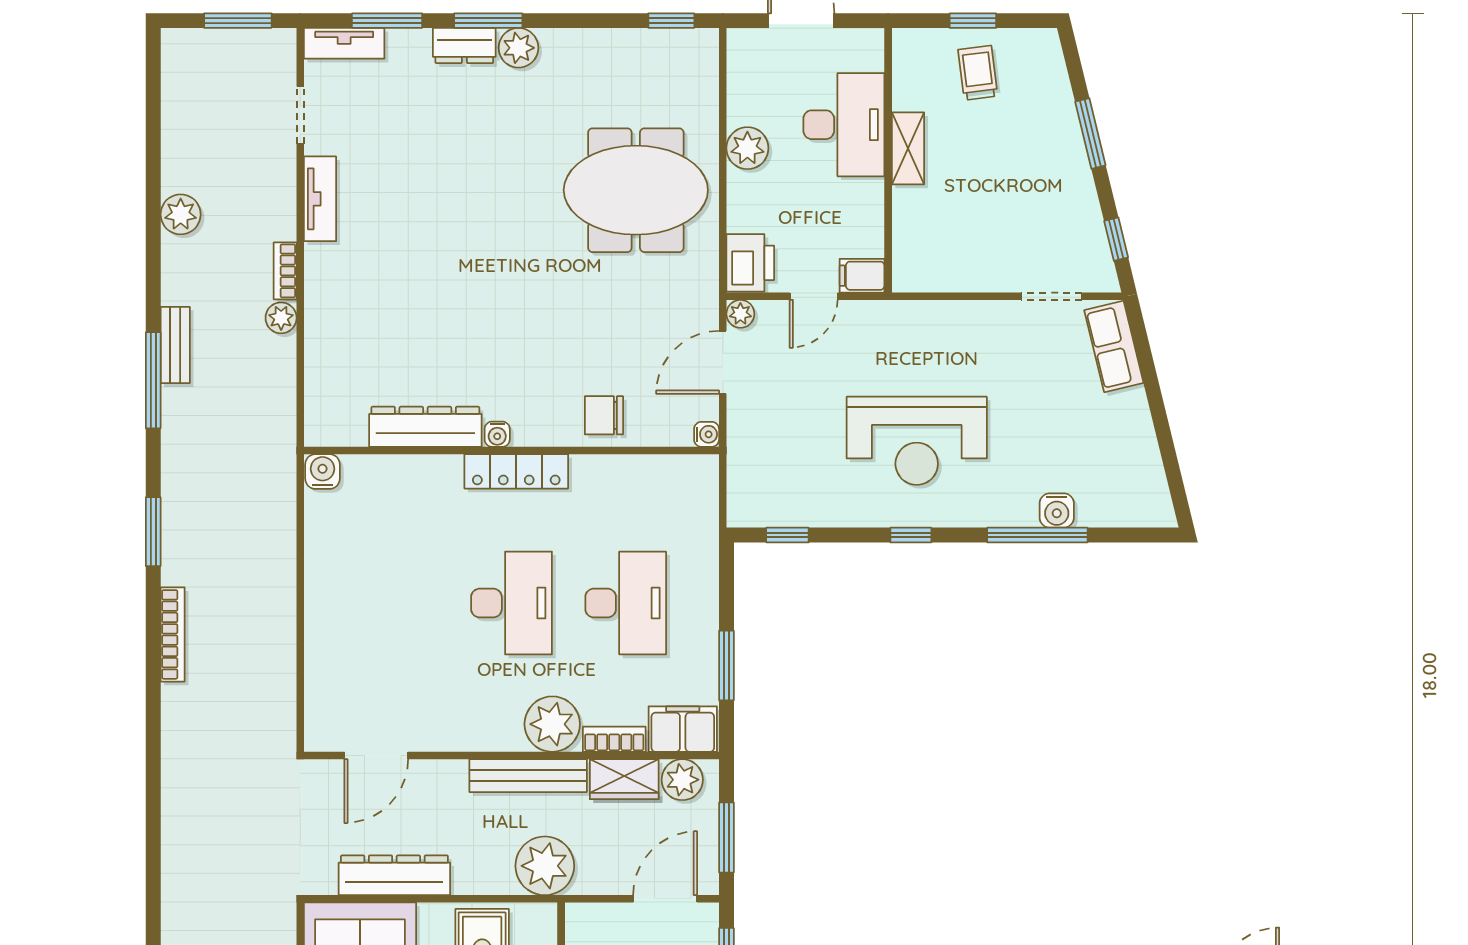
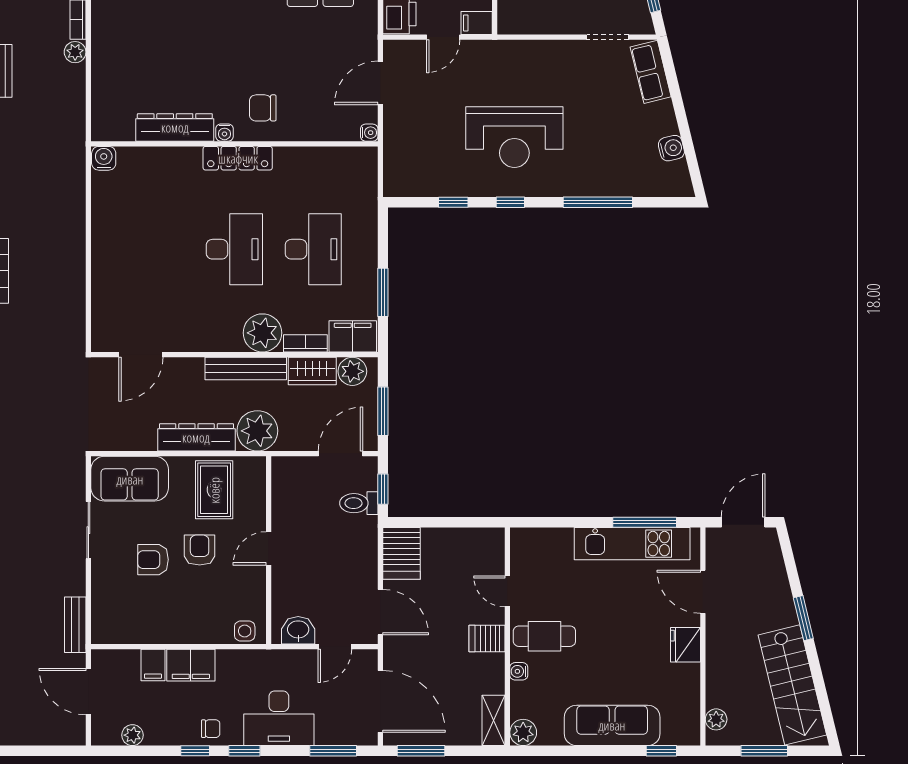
plant: (740, 314) -> (393, 49), removed
chair: (604, 415) -> (263, 108), moved
water cooler: (1057, 511) -> (671, 148), moved, turned -104
window: (787, 535) -> (453, 202), moved
dresser: (394, 875) -> (196, 437), moved

